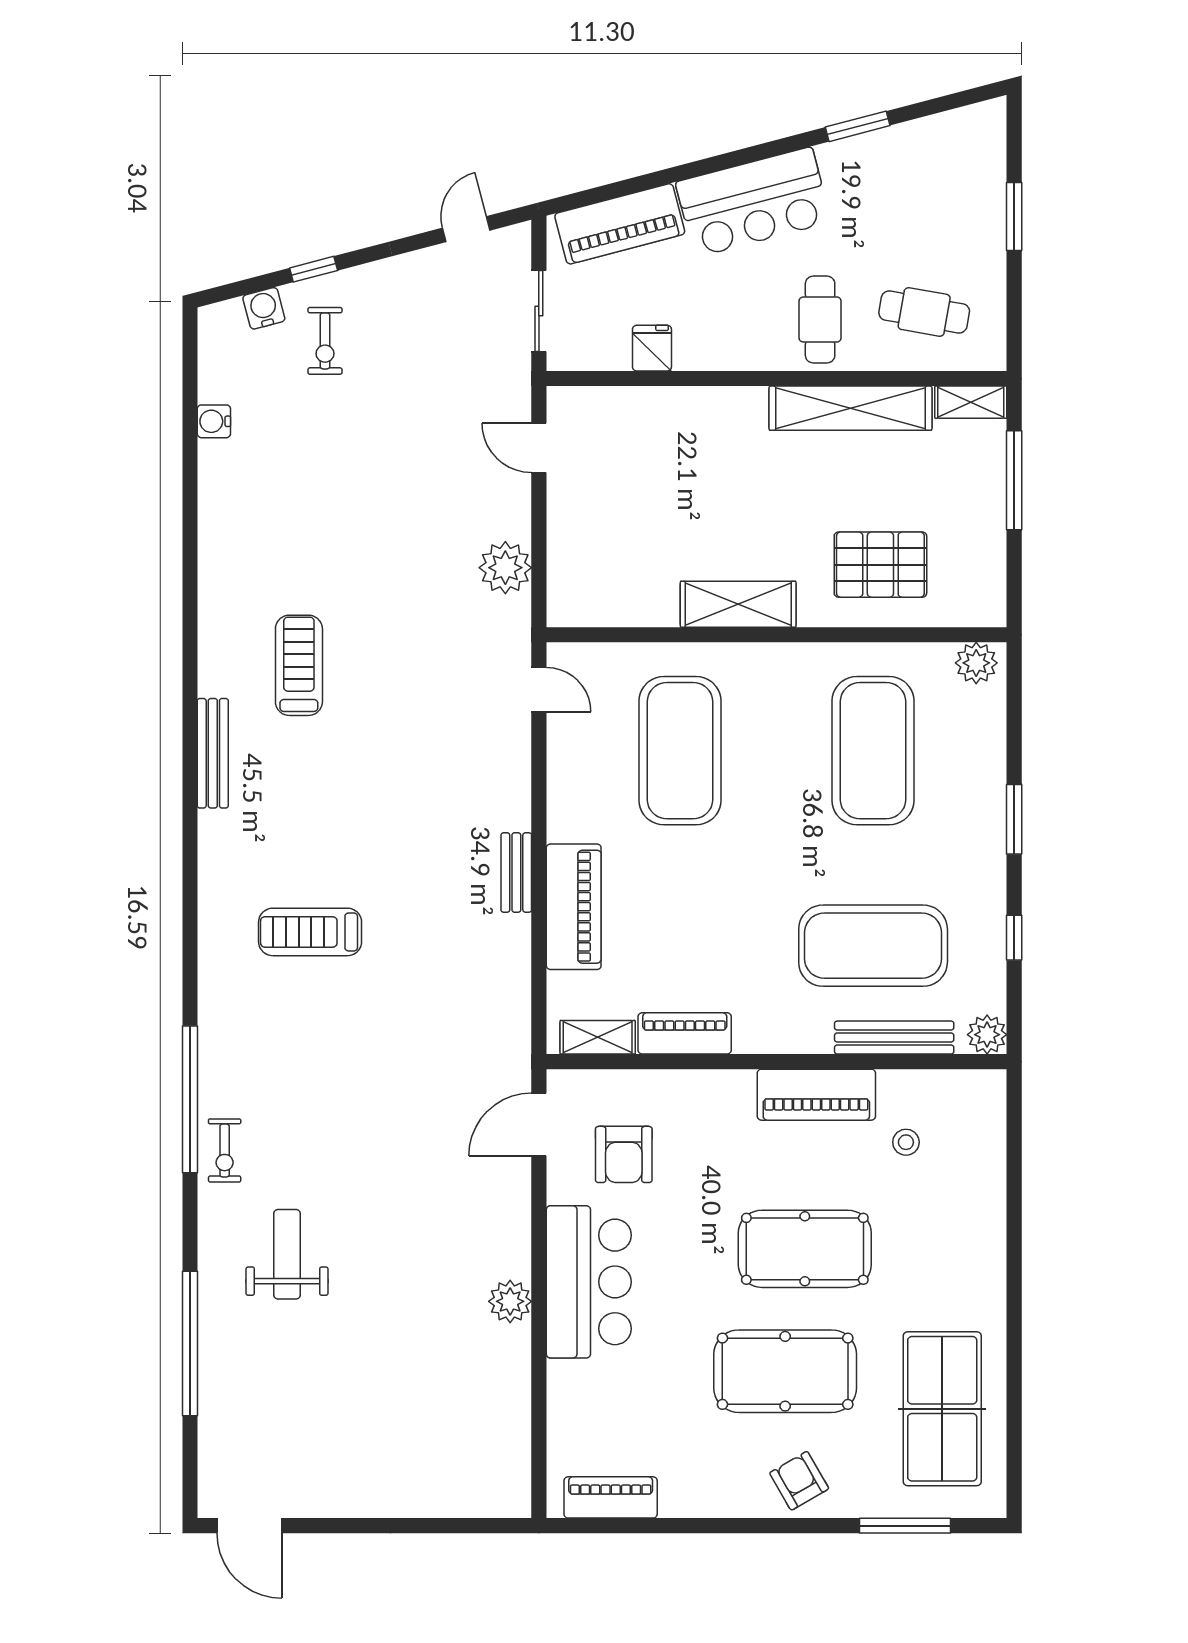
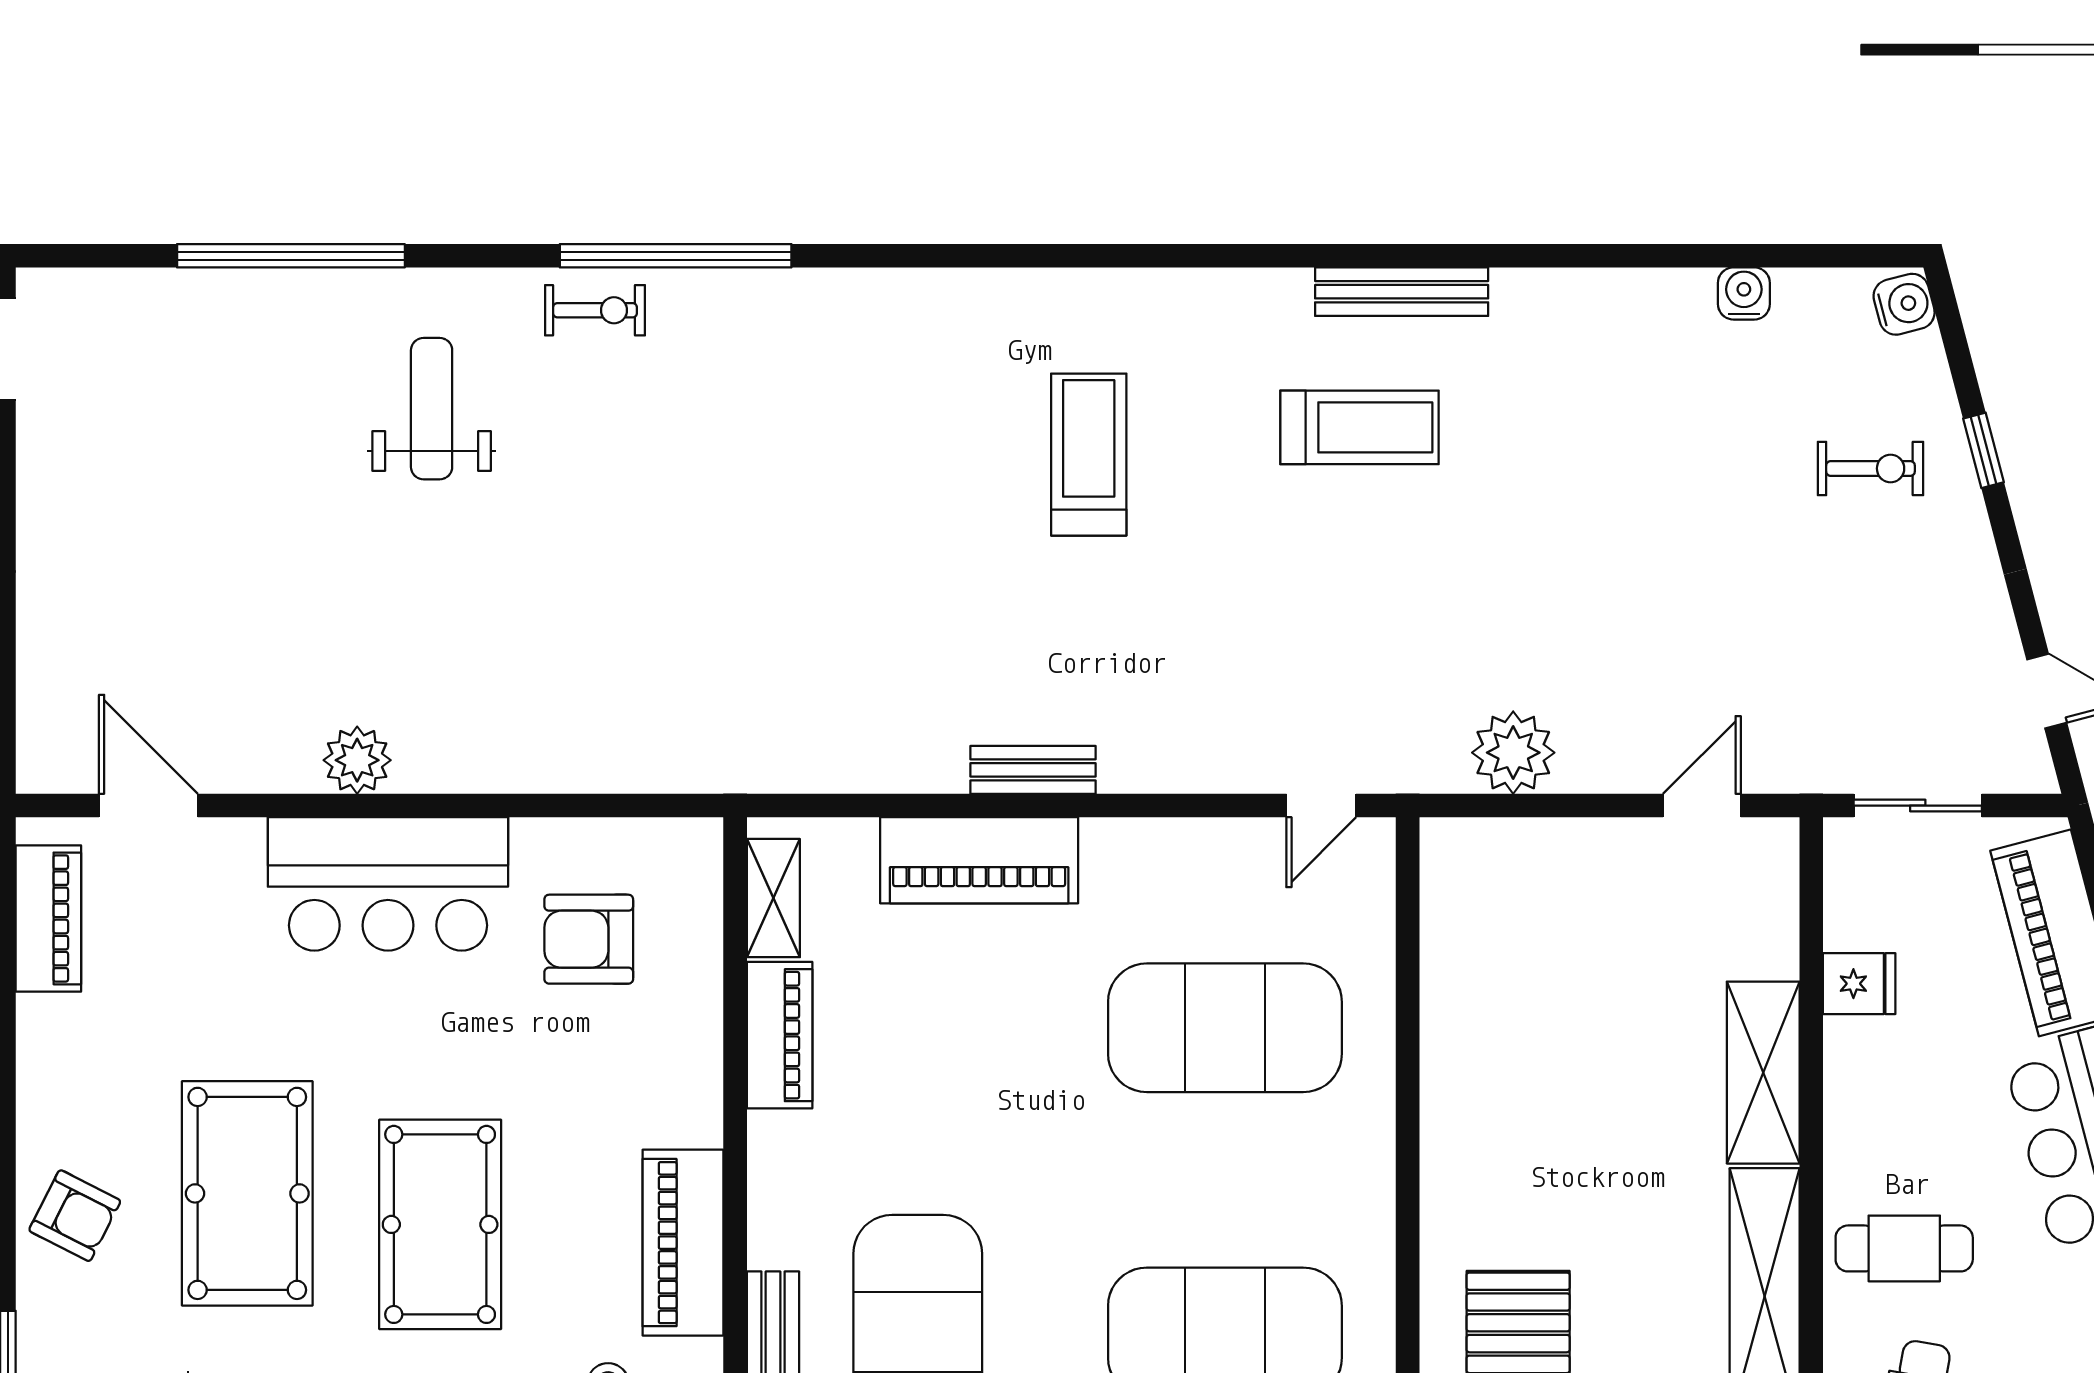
water cooler: (264, 308) -> (1904, 304), moved
exercise bike: (325, 341) -> (1871, 468), turned 180
shelving: (738, 604) -> (1763, 1073), moved
bench: (213, 753) -> (1402, 292), moved
treadmill: (310, 932) -> (1089, 455), moved
door: (539, 1124) -> (148, 806), moved
exercise bike: (225, 1150) -> (595, 310), turned 180
weight bench: (287, 1254) -> (432, 409), turned -90
armchair: (799, 1481) -> (75, 1216), turned 57

